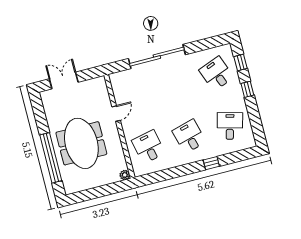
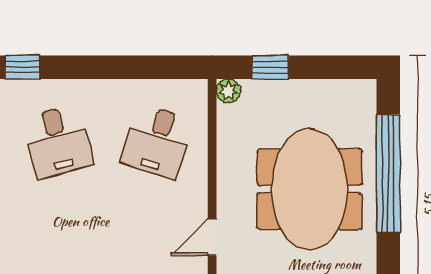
desk: (148, 147) -> (157, 141), turned 30
window: (110, 189) -> (270, 67), added

